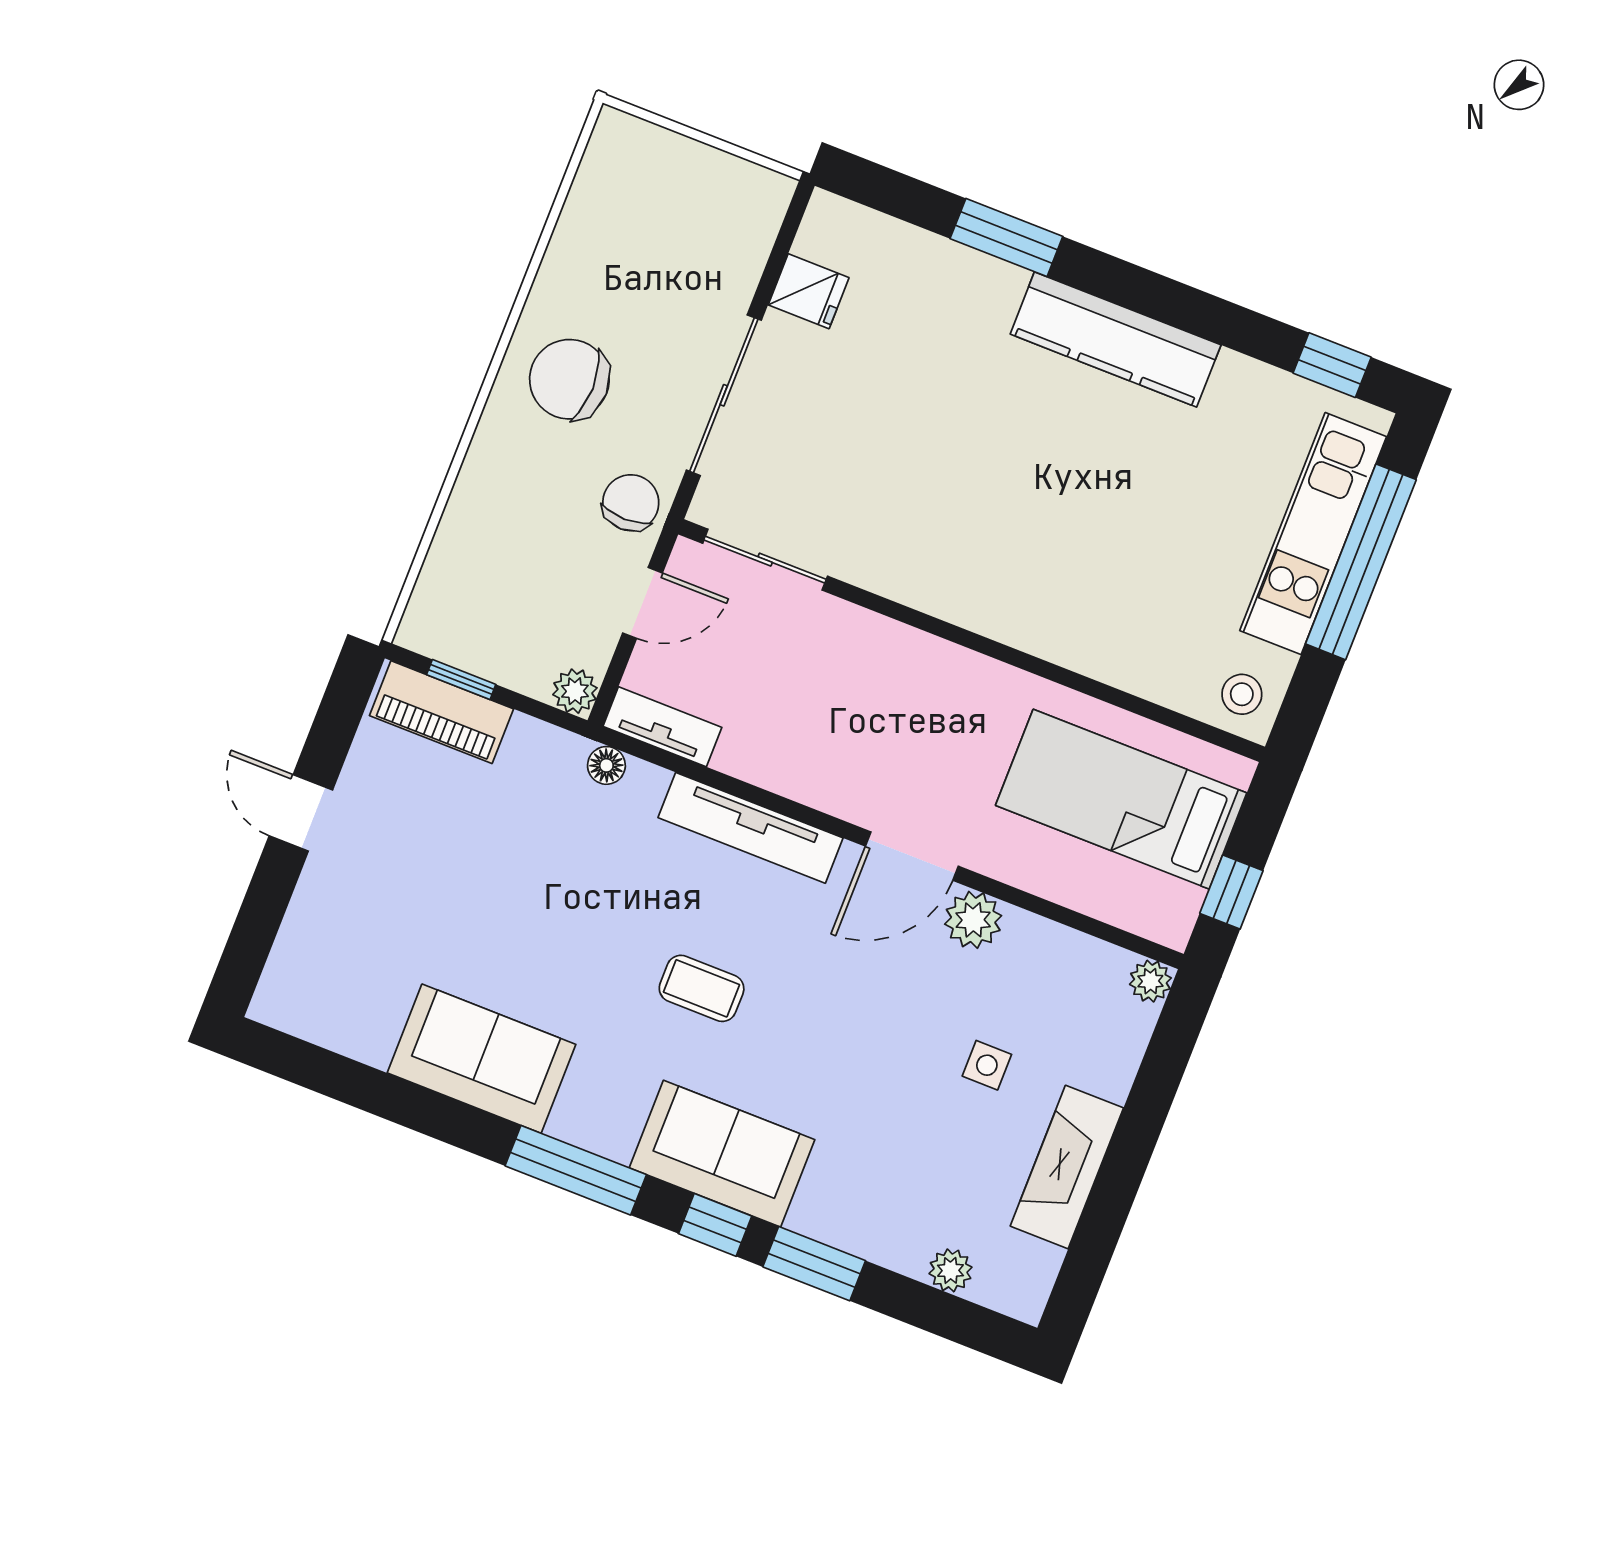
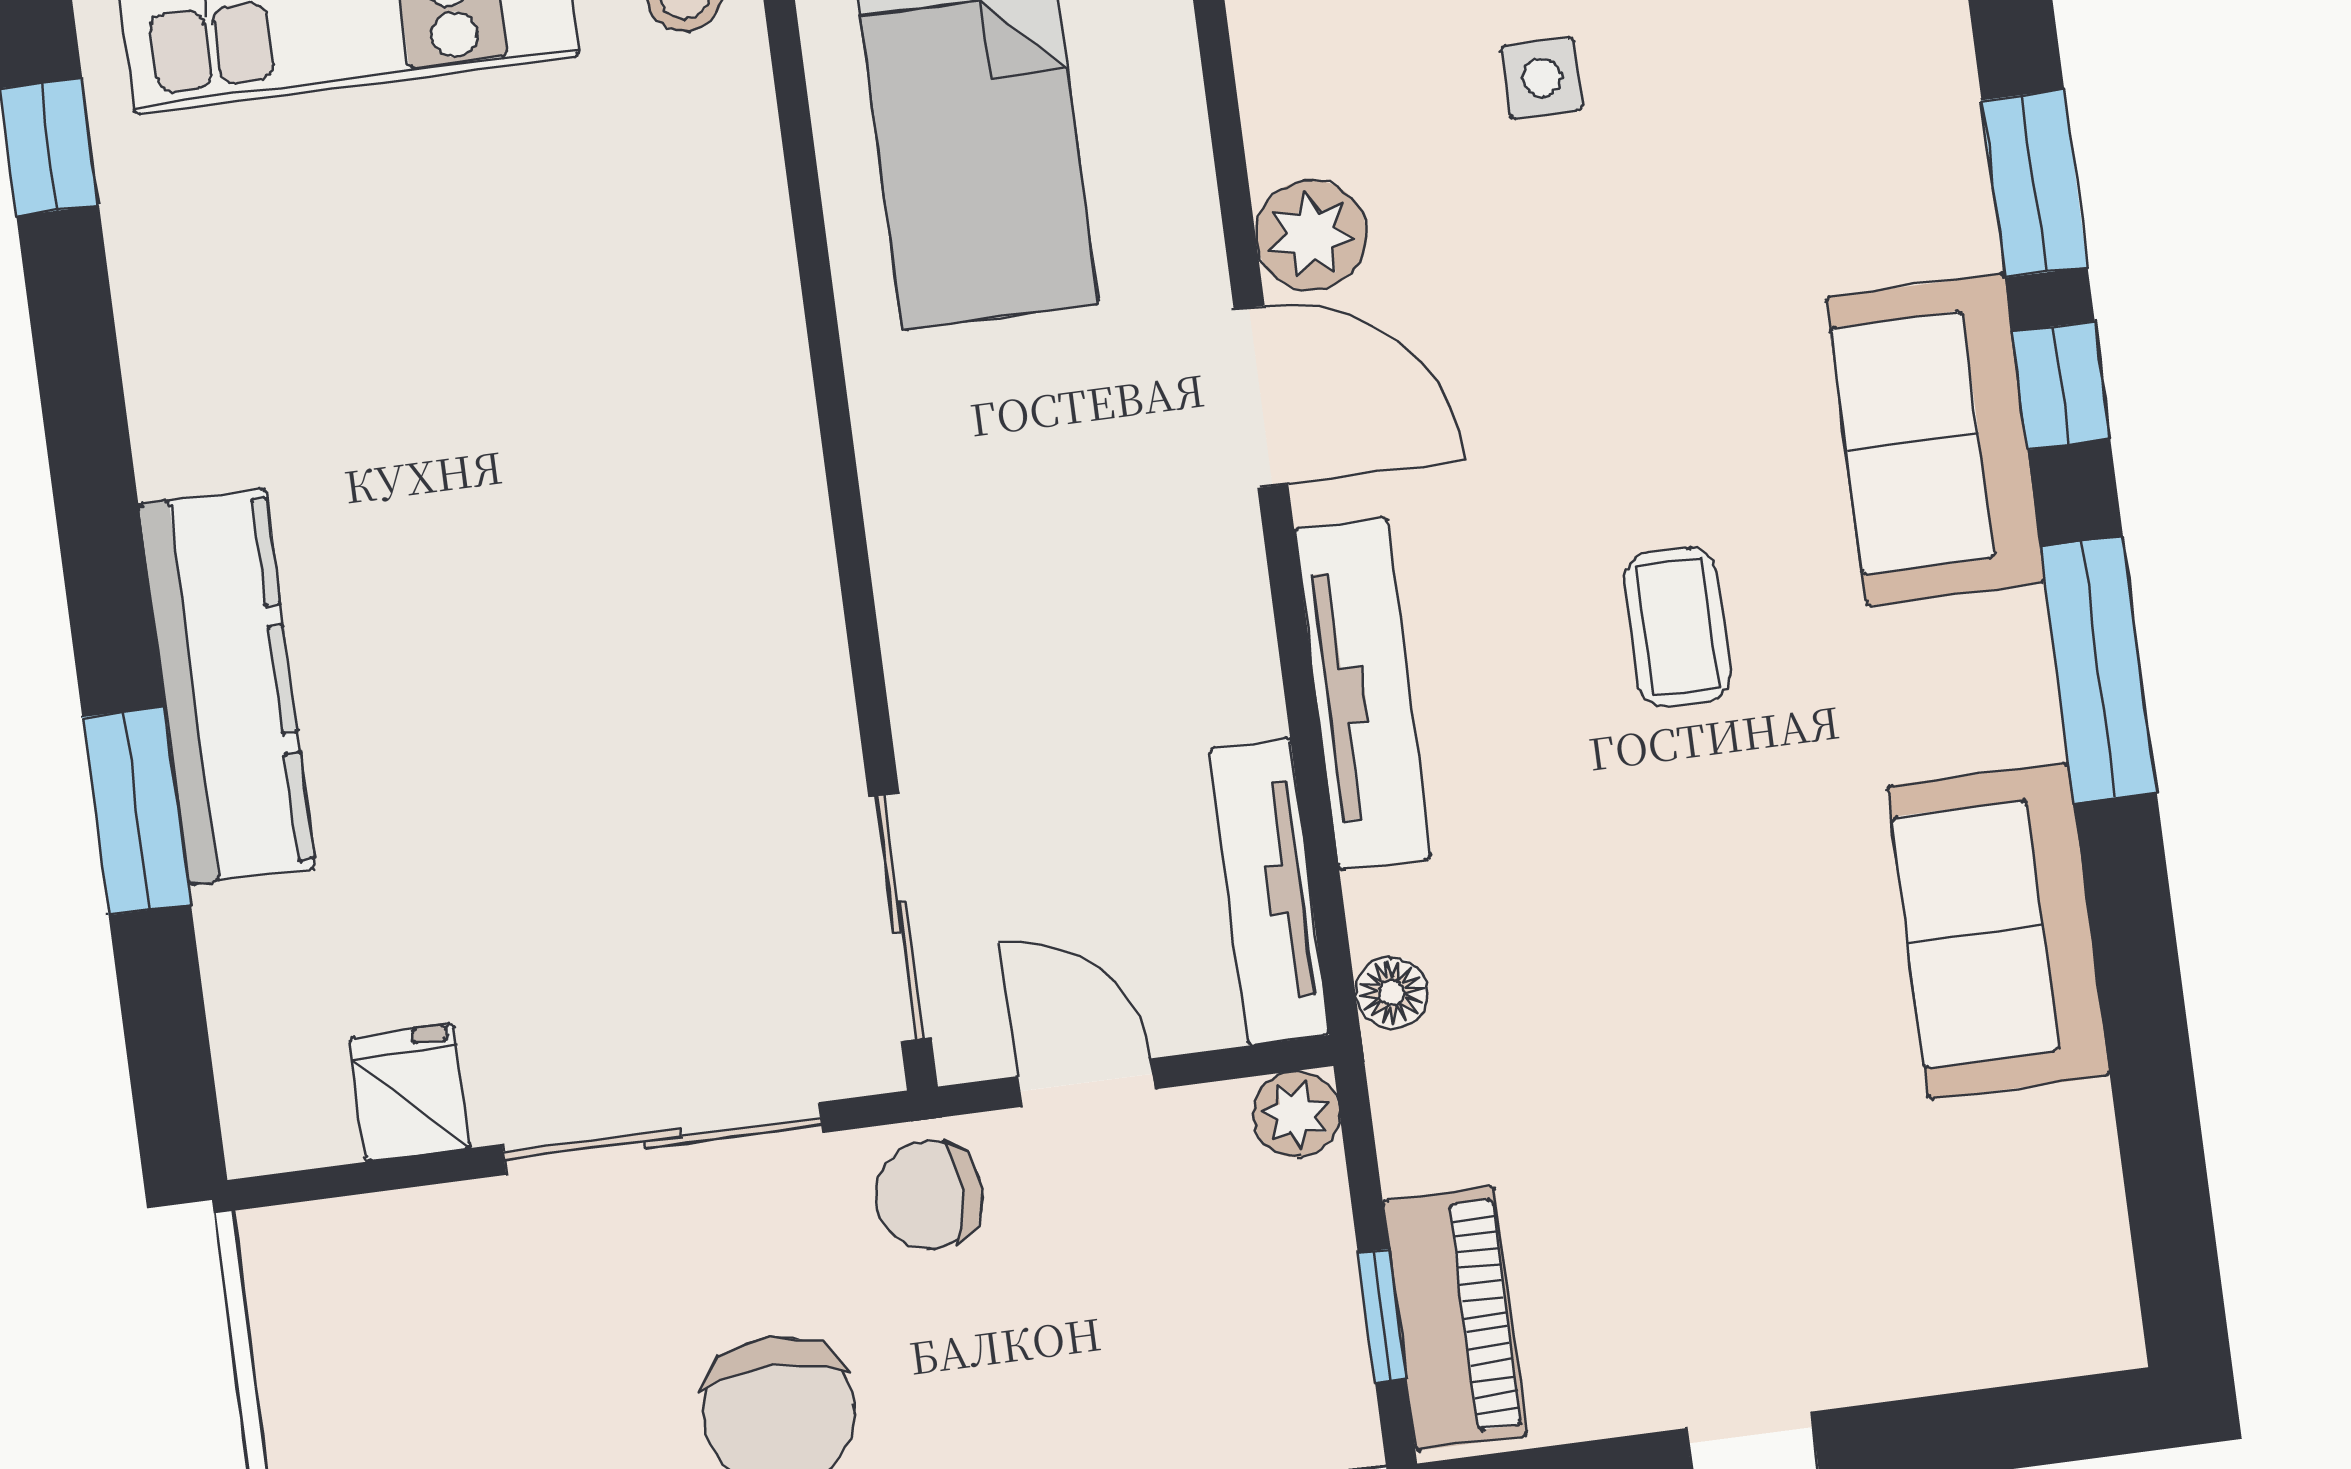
kitchen counter: (1116, 339) -> (227, 686), moved
tv unit: (662, 727) -> (1269, 891), width x1.41

